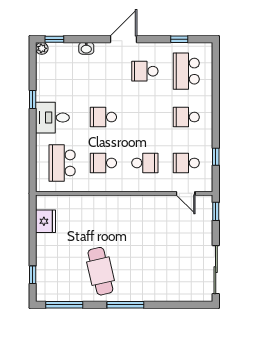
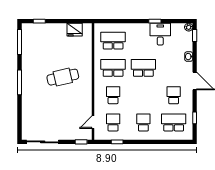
school desk: (103, 117) -> (143, 68), width x1.85
desk: (52, 118) -> (160, 34), moved
school desk: (103, 163) -> (113, 68), width x1.85
school desk: (145, 163) -> (113, 95), turned 180
cafe table: (100, 271) -> (63, 77), moved

